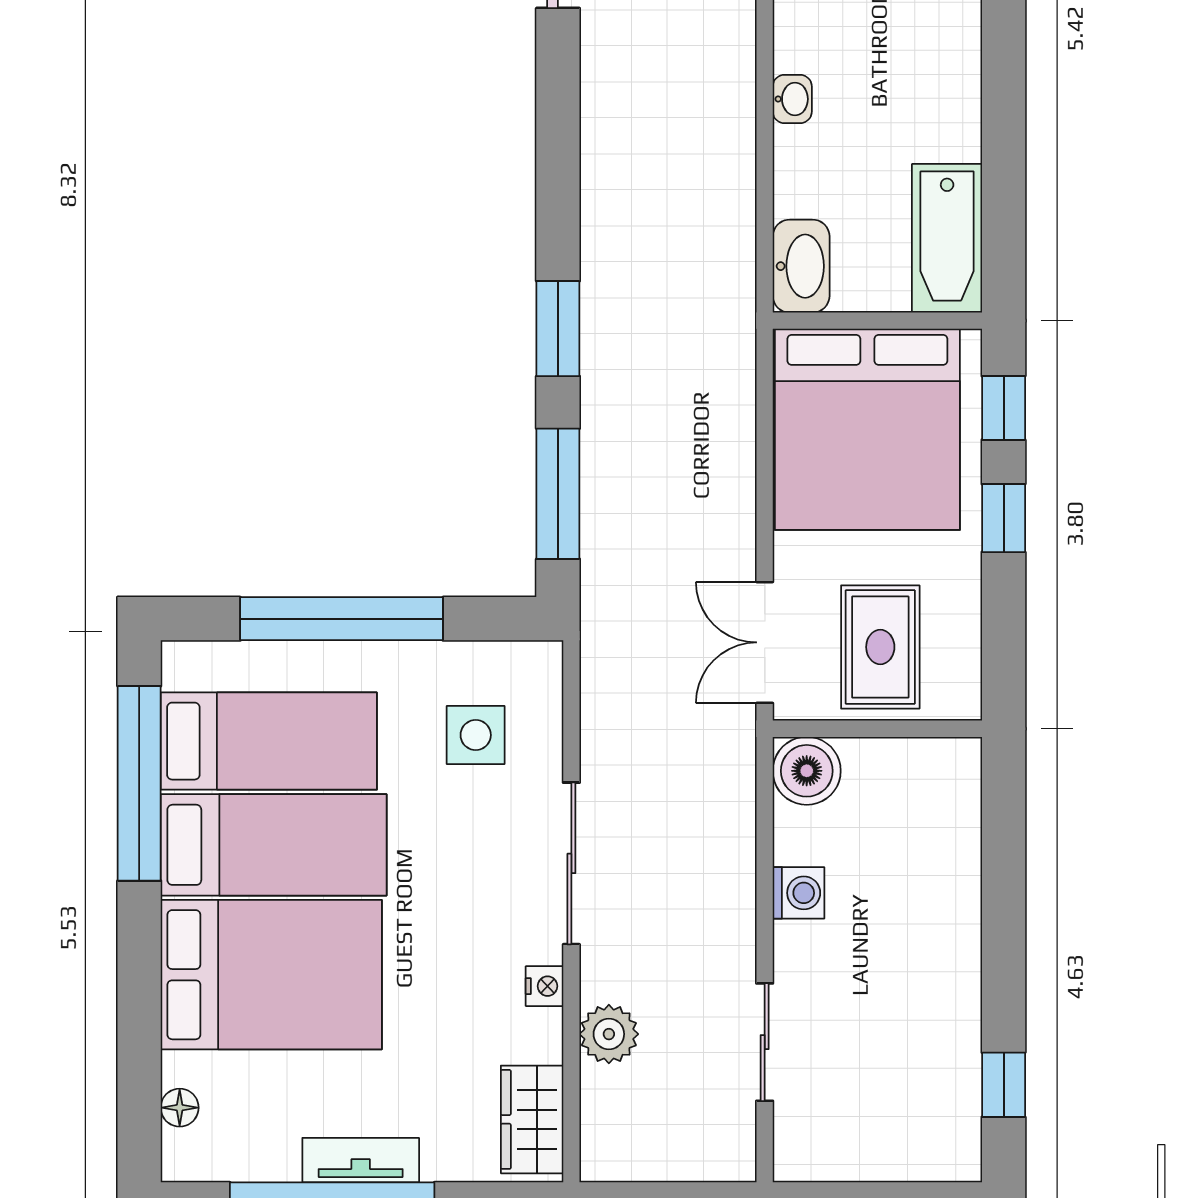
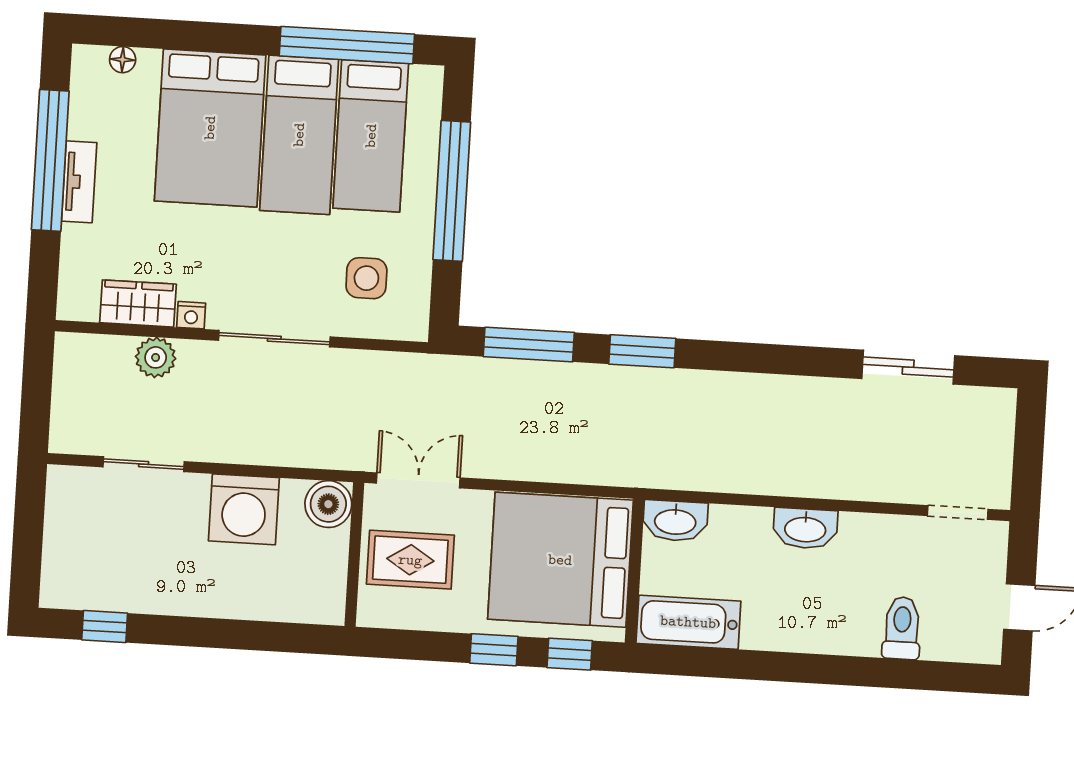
washbasin: (792, 99) -> (805, 528), width x1.91, depth x1.45
washing machine: (799, 893) -> (244, 509), width x1.89, depth x1.89
wardrobe: (532, 1119) -> (138, 303), moved

